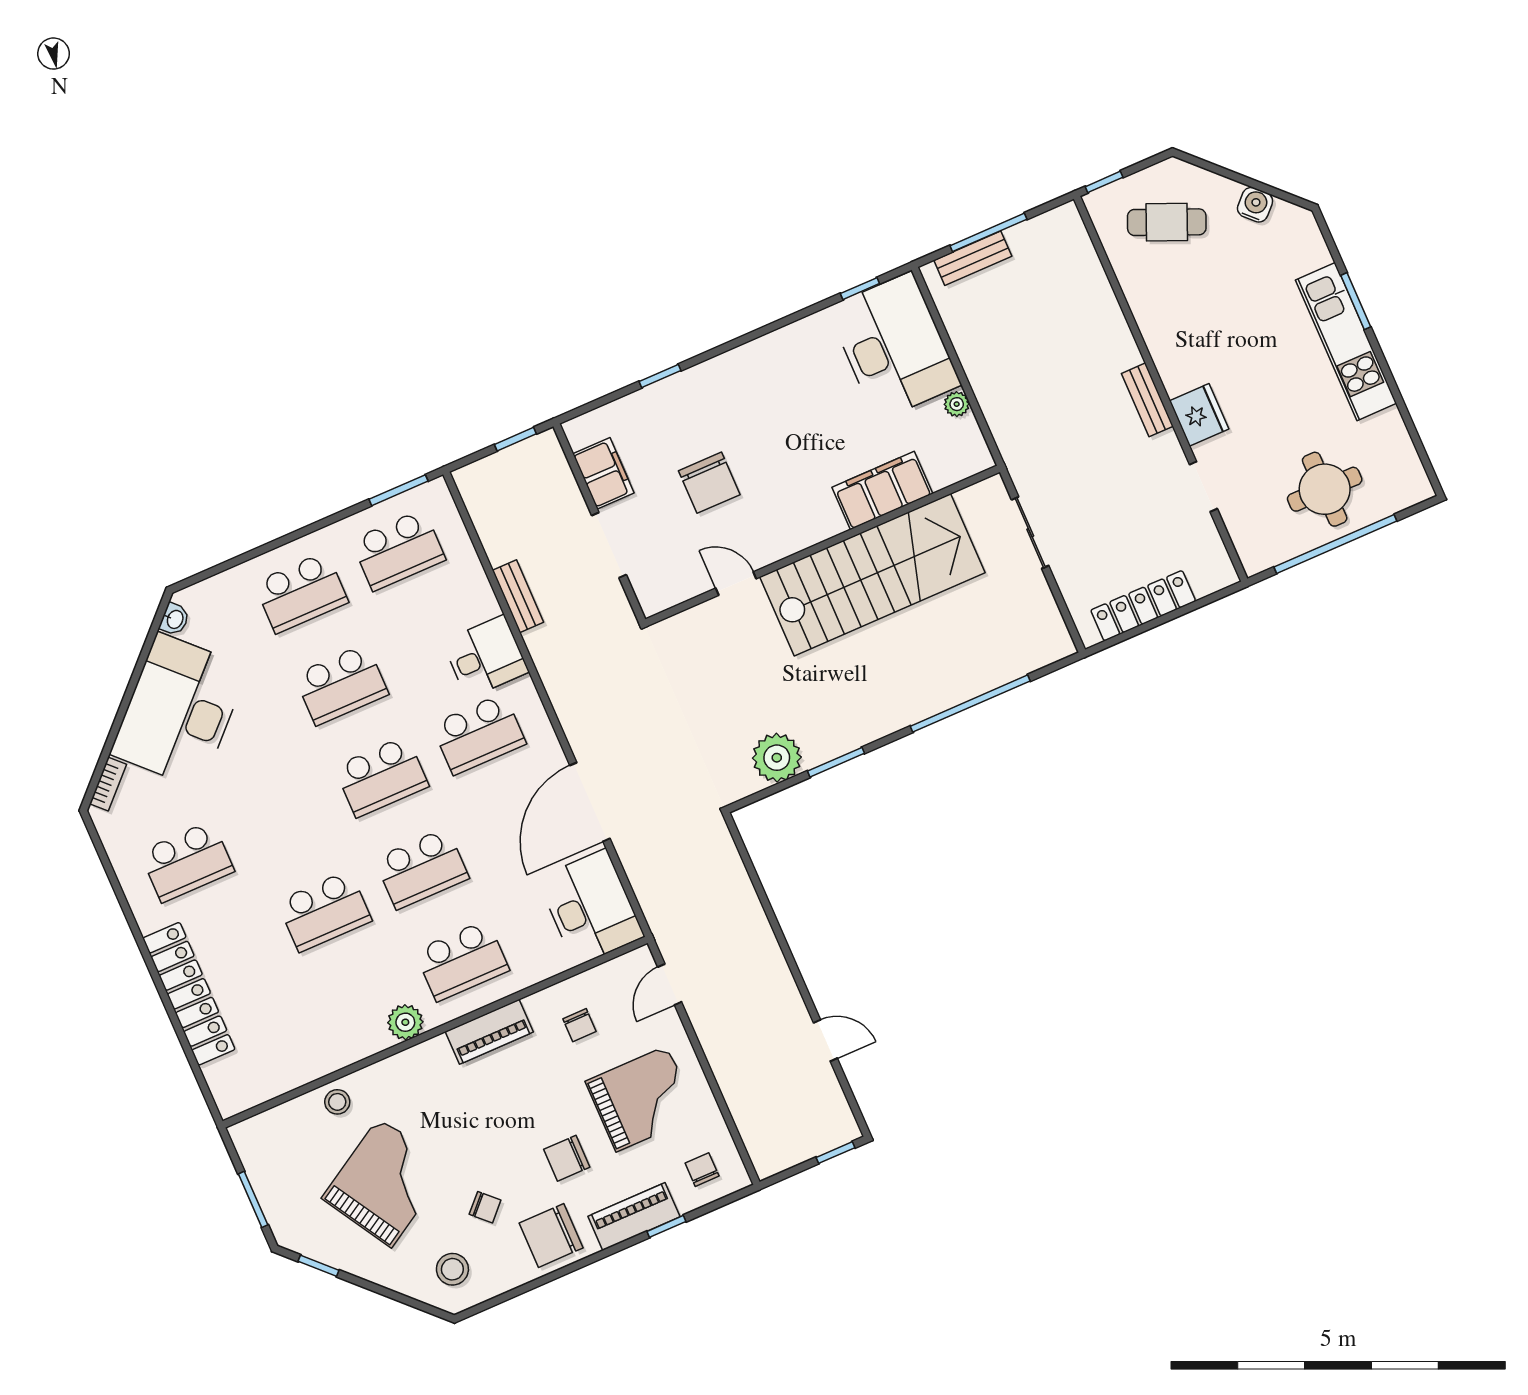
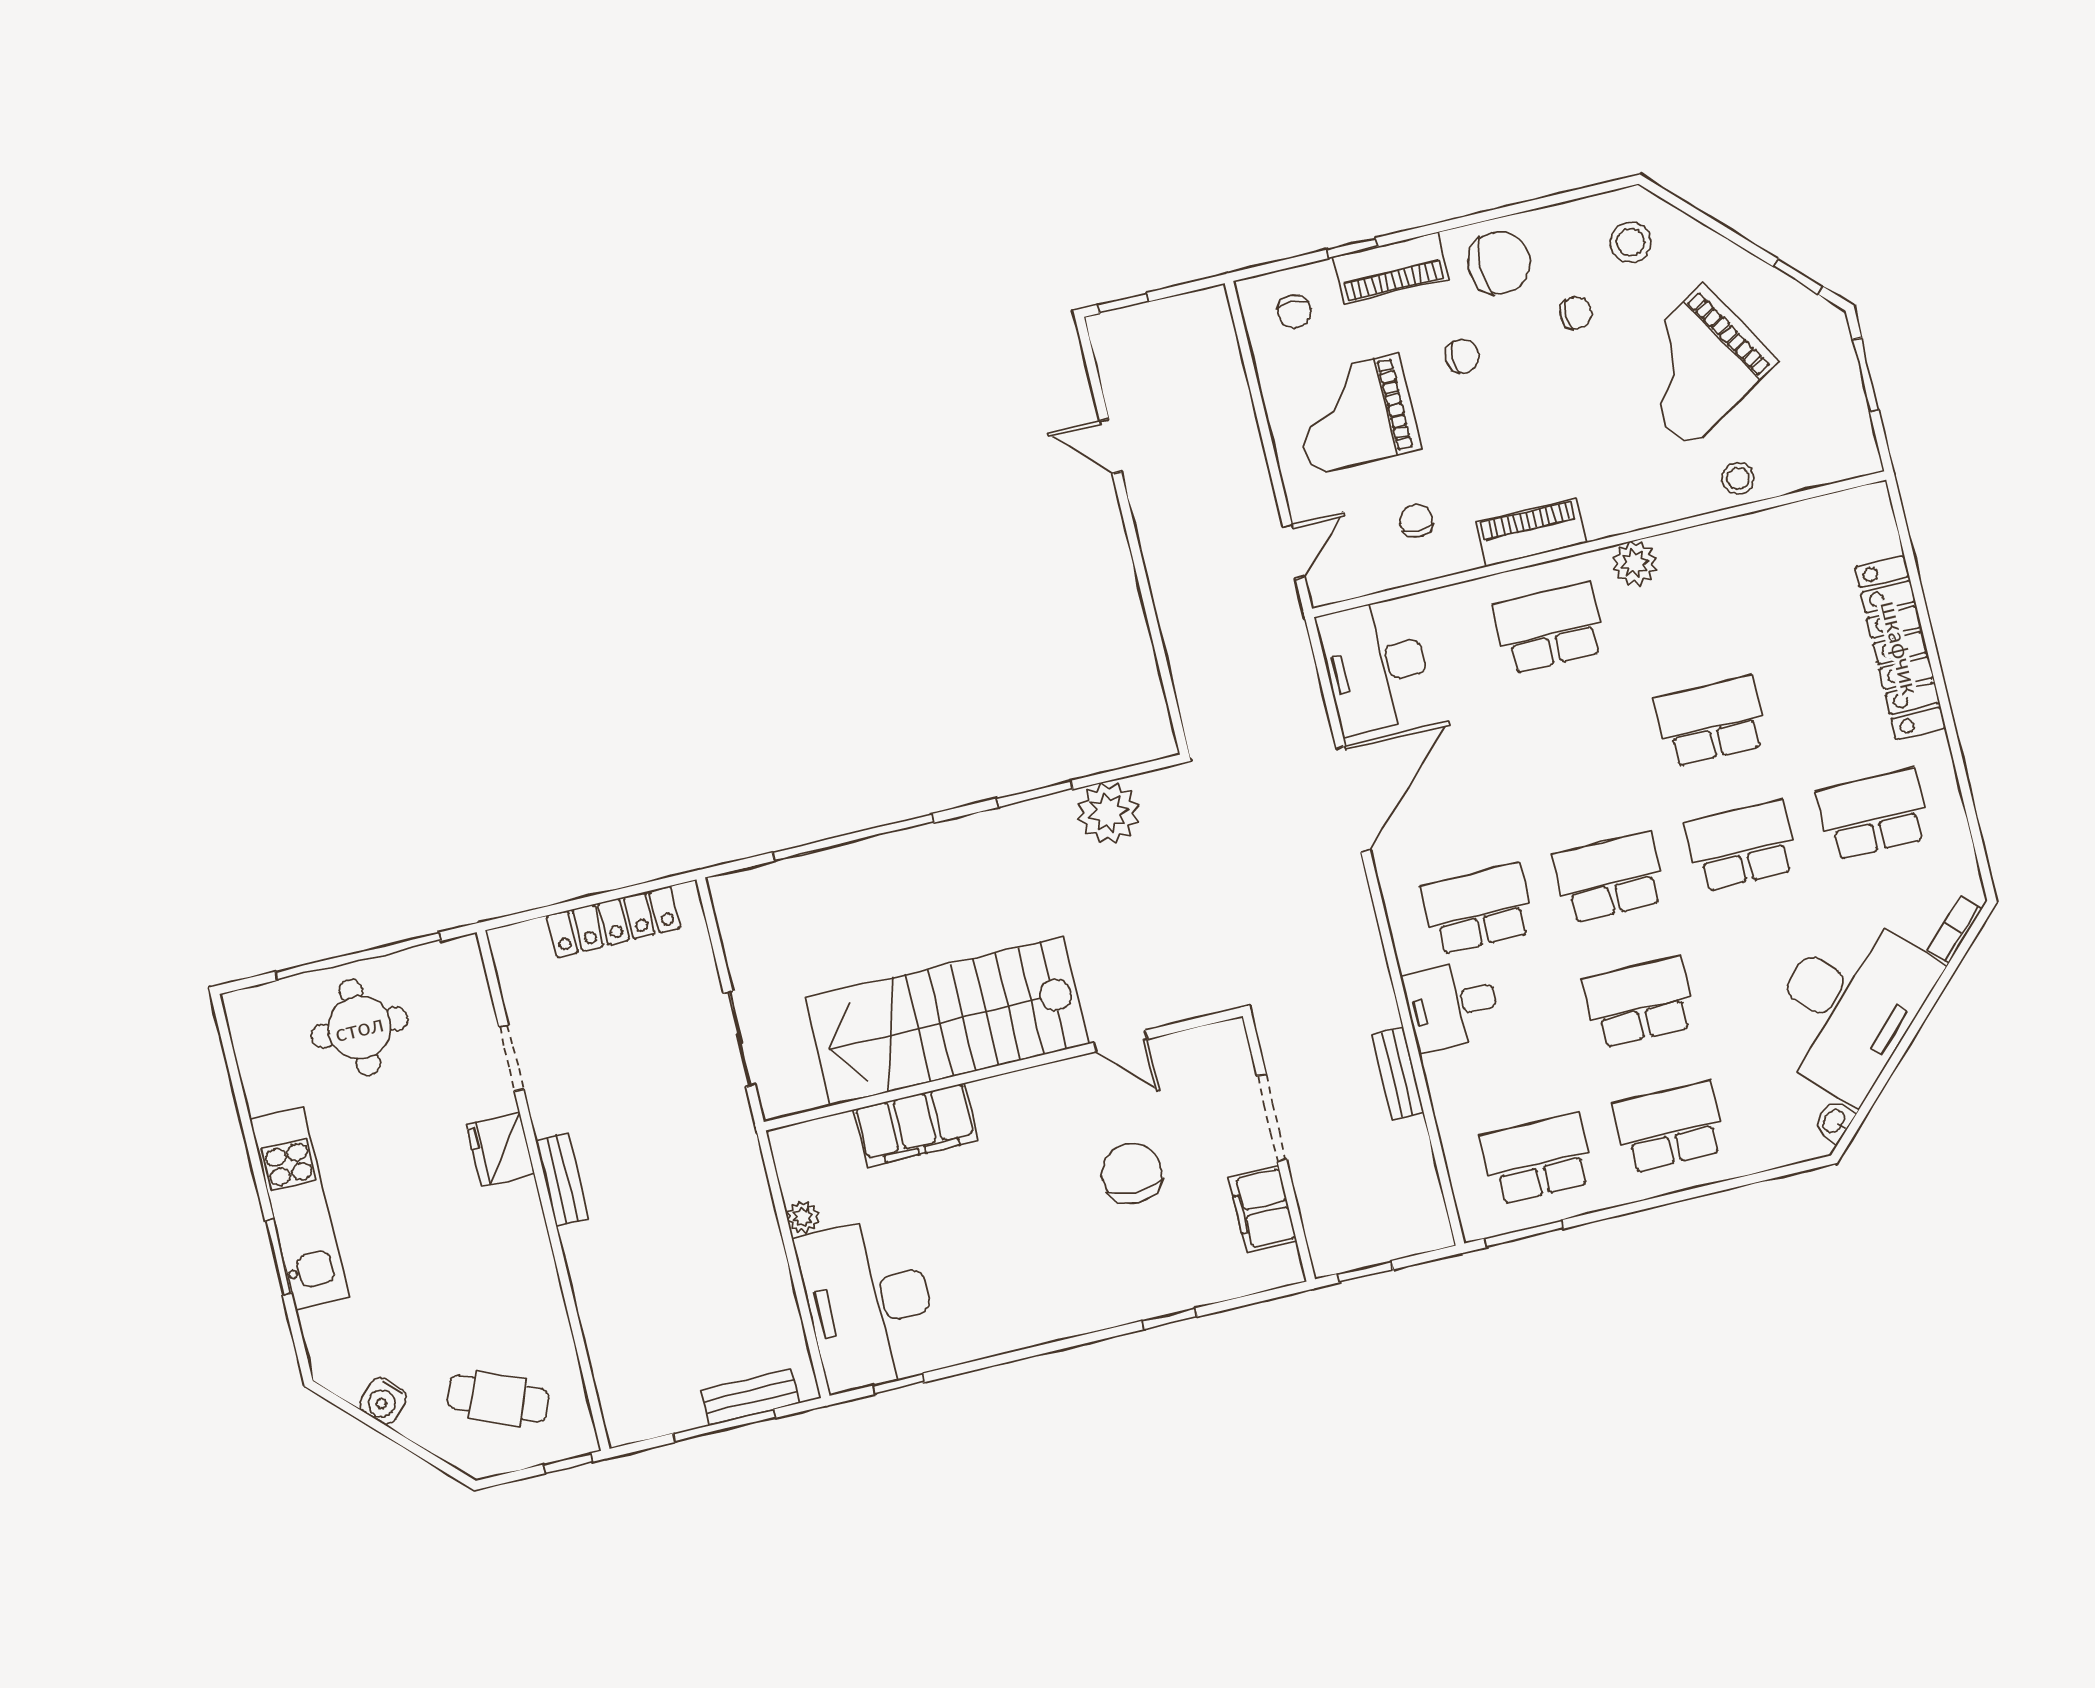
school desk: (422, 869) -> (1741, 846), moved
chair: (567, 1158) -> (1462, 356), width x0.73, depth x0.73
chair: (485, 1207) -> (1576, 313), turned 136

